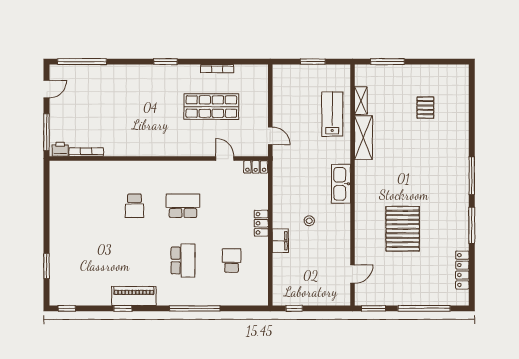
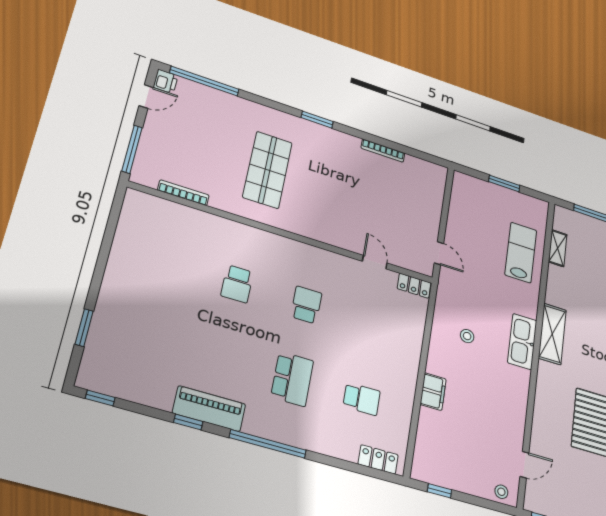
shop shelf: (211, 107) -> (268, 170), moved, turned 90
shelving: (363, 138) -> (552, 334), moved
printer: (60, 149) -> (166, 81), moved, turned 90
school desk: (183, 206) -> (306, 305), width x0.54
stool: (309, 221) -> (467, 336), moved
locker: (261, 223) -> (378, 459), moved, turned 90
school desk: (232, 260) -> (362, 399), turned 90
stool: (338, 297) -> (501, 492), added
window: (195, 308) -> (268, 444), moved

